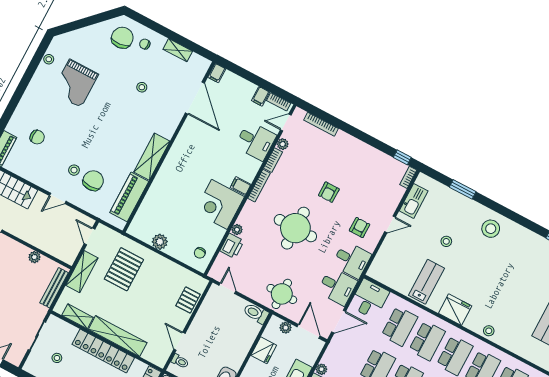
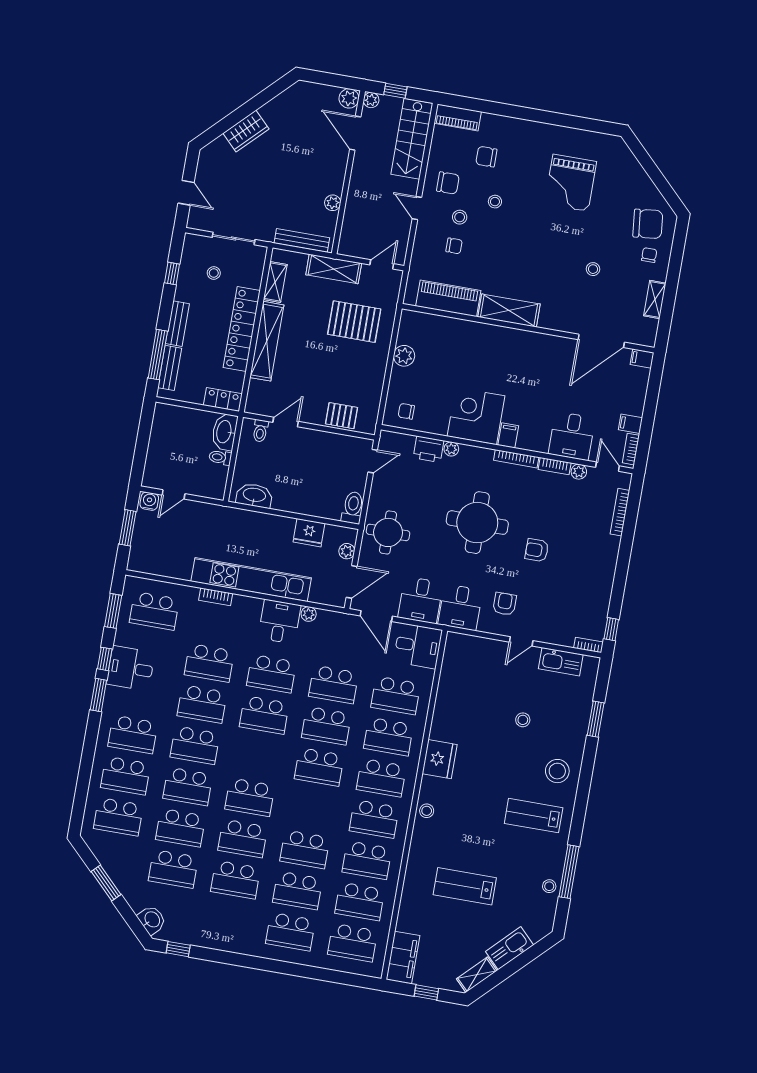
stool: (49, 59) -> (495, 202), moved
grand piano: (75, 83) -> (570, 183), turned -90
chair: (37, 137) -> (486, 157), turned 90
chair: (47, 171) -> (448, 183), added
chair: (93, 181) -> (454, 246), width x0.54, depth x0.54
door: (390, 224) -> (521, 641), hinge flipped
armchair: (360, 227) -> (505, 604), turned -90
lab bench: (426, 282) -> (534, 816), moved, turned 180

